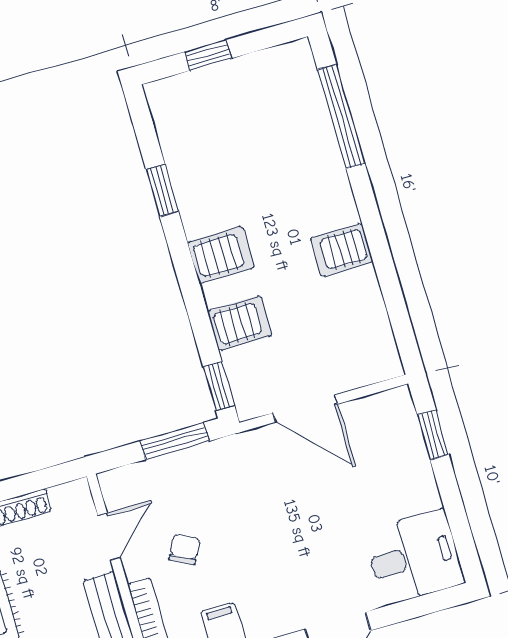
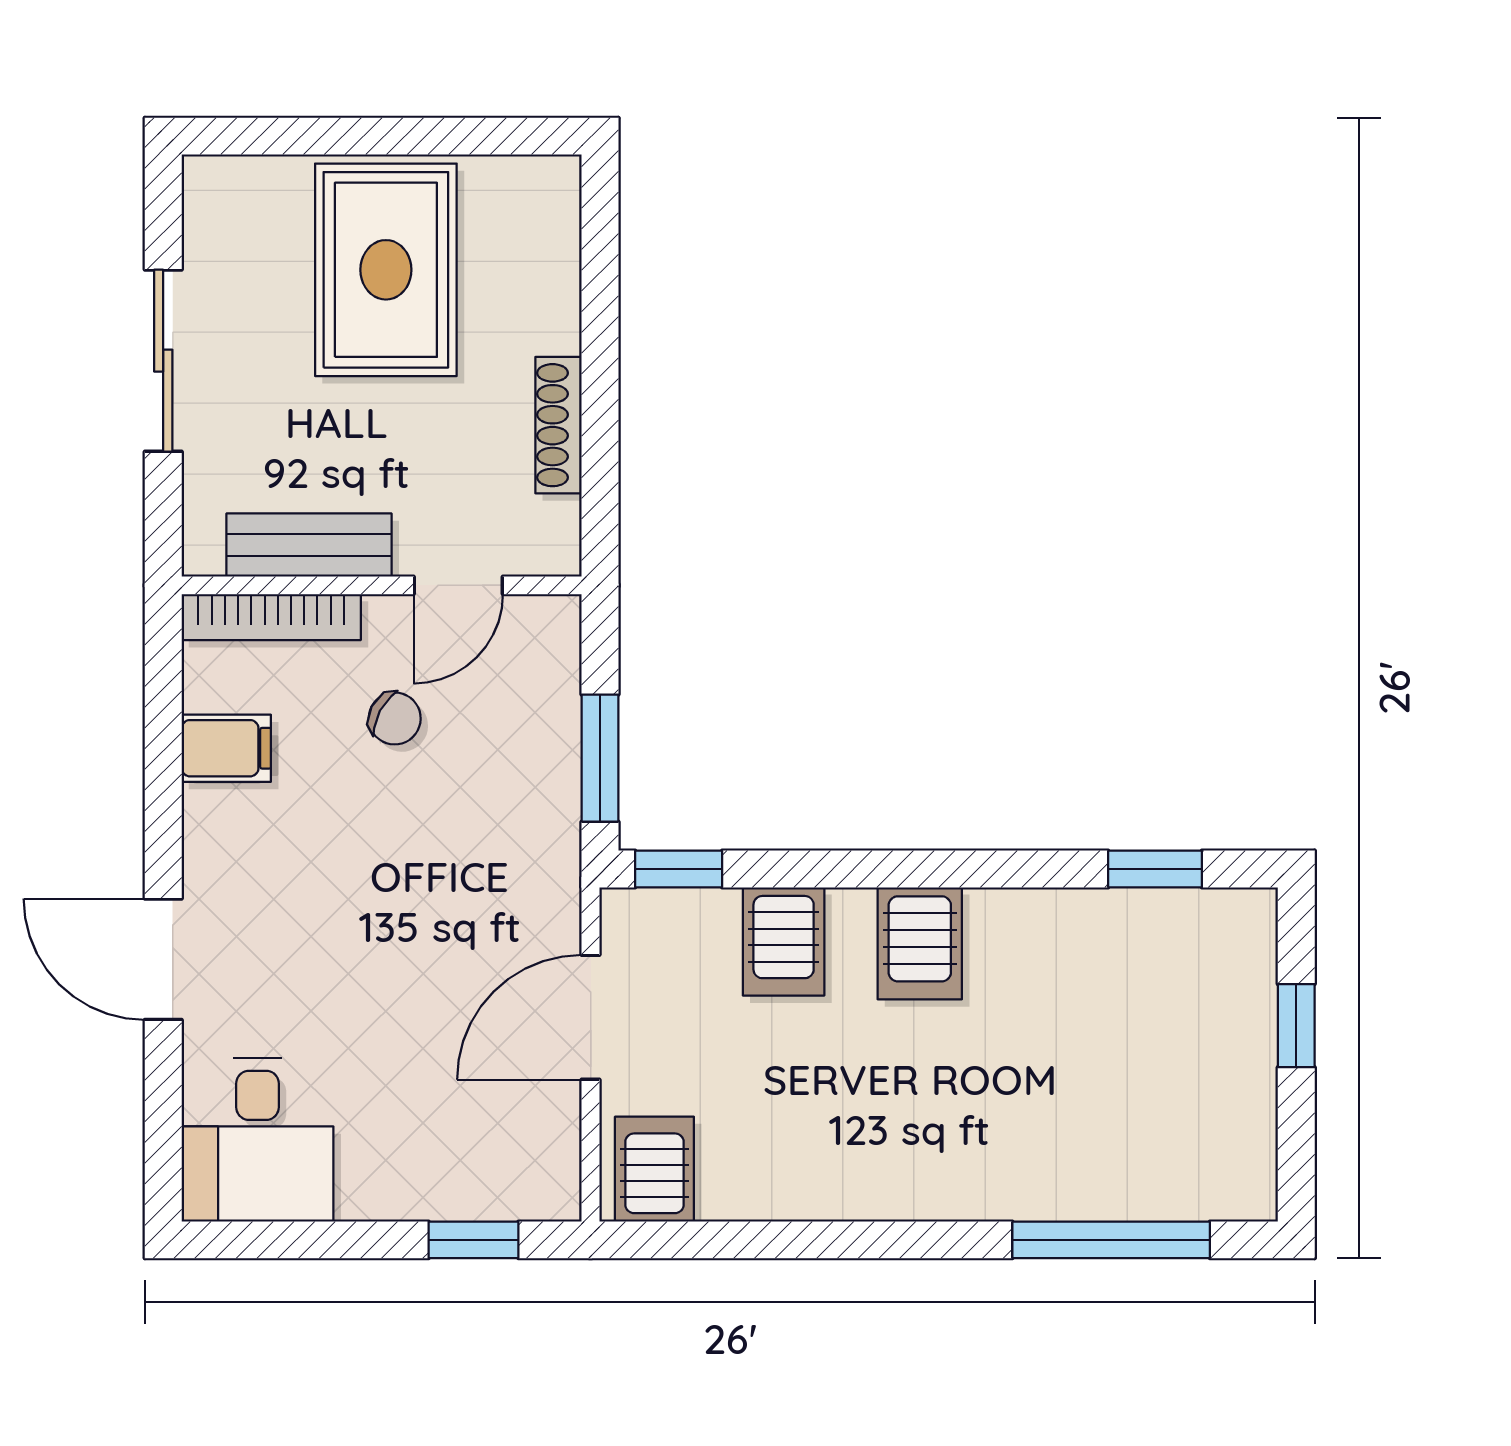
window: (162, 190) -> (1155, 869), moved
server rack: (342, 250) -> (654, 1169), moved
door: (109, 537) -> (458, 585), hinge flipped

